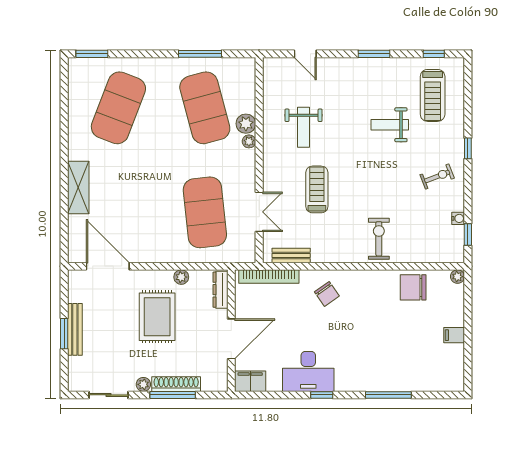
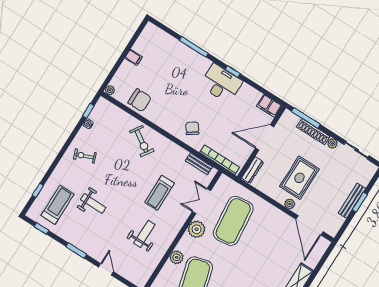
door: (305, 54) -> (106, 269), moved
plant: (249, 141) -> (197, 229), moved, width x1.88, depth x1.88
window: (468, 148) -> (38, 190), moved
exercise bike: (379, 239) -> (142, 141), turned -57
plant: (181, 277) -> (290, 204), moved
desk: (308, 371) -> (221, 83), moved
window: (173, 395) -> (306, 118), moved

